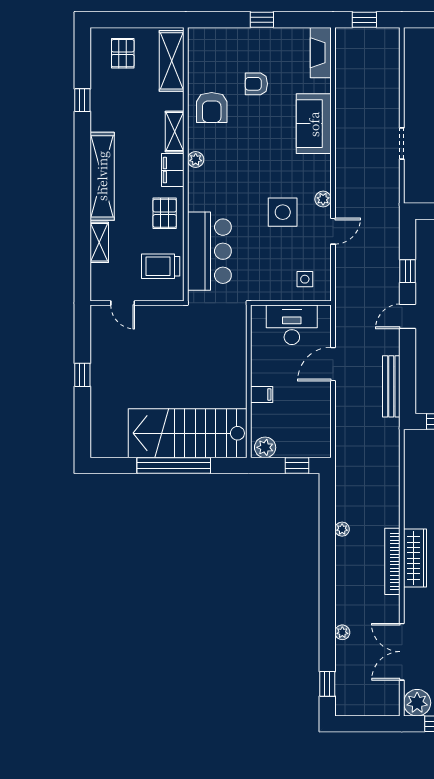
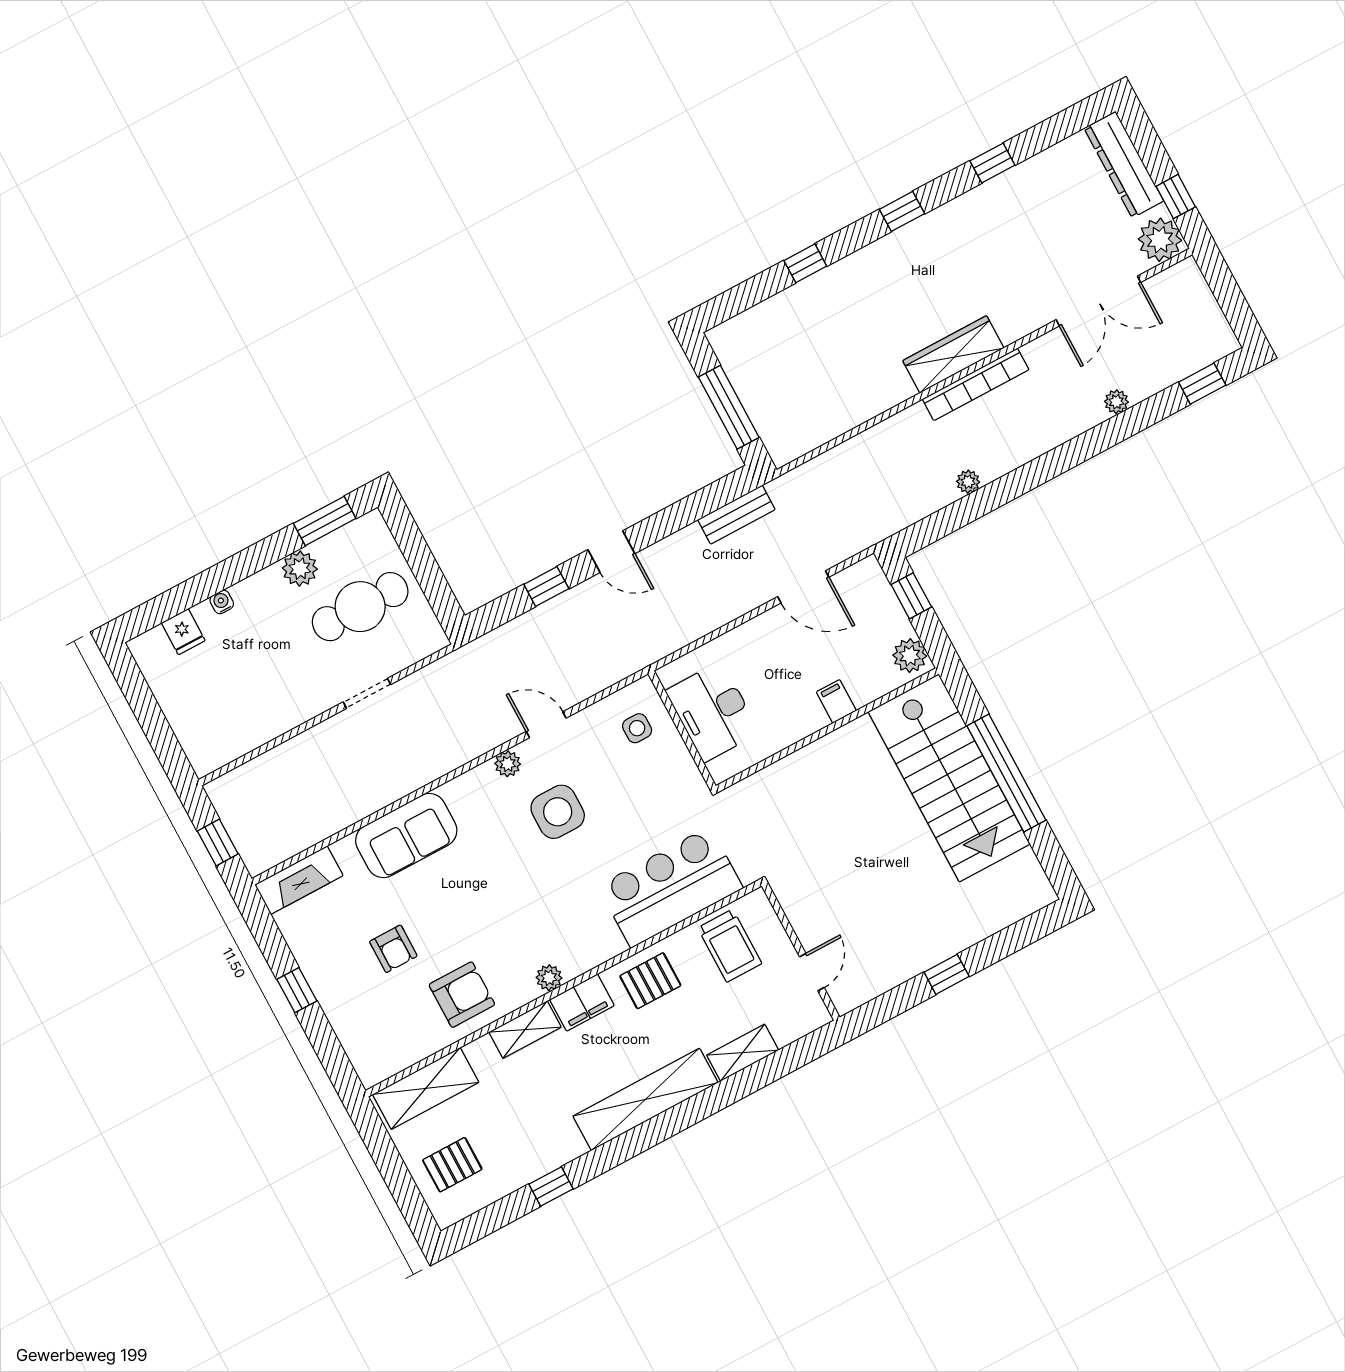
door: (333, 364) -> (803, 587), moved
bench: (391, 386) -> (736, 515), width x0.73

